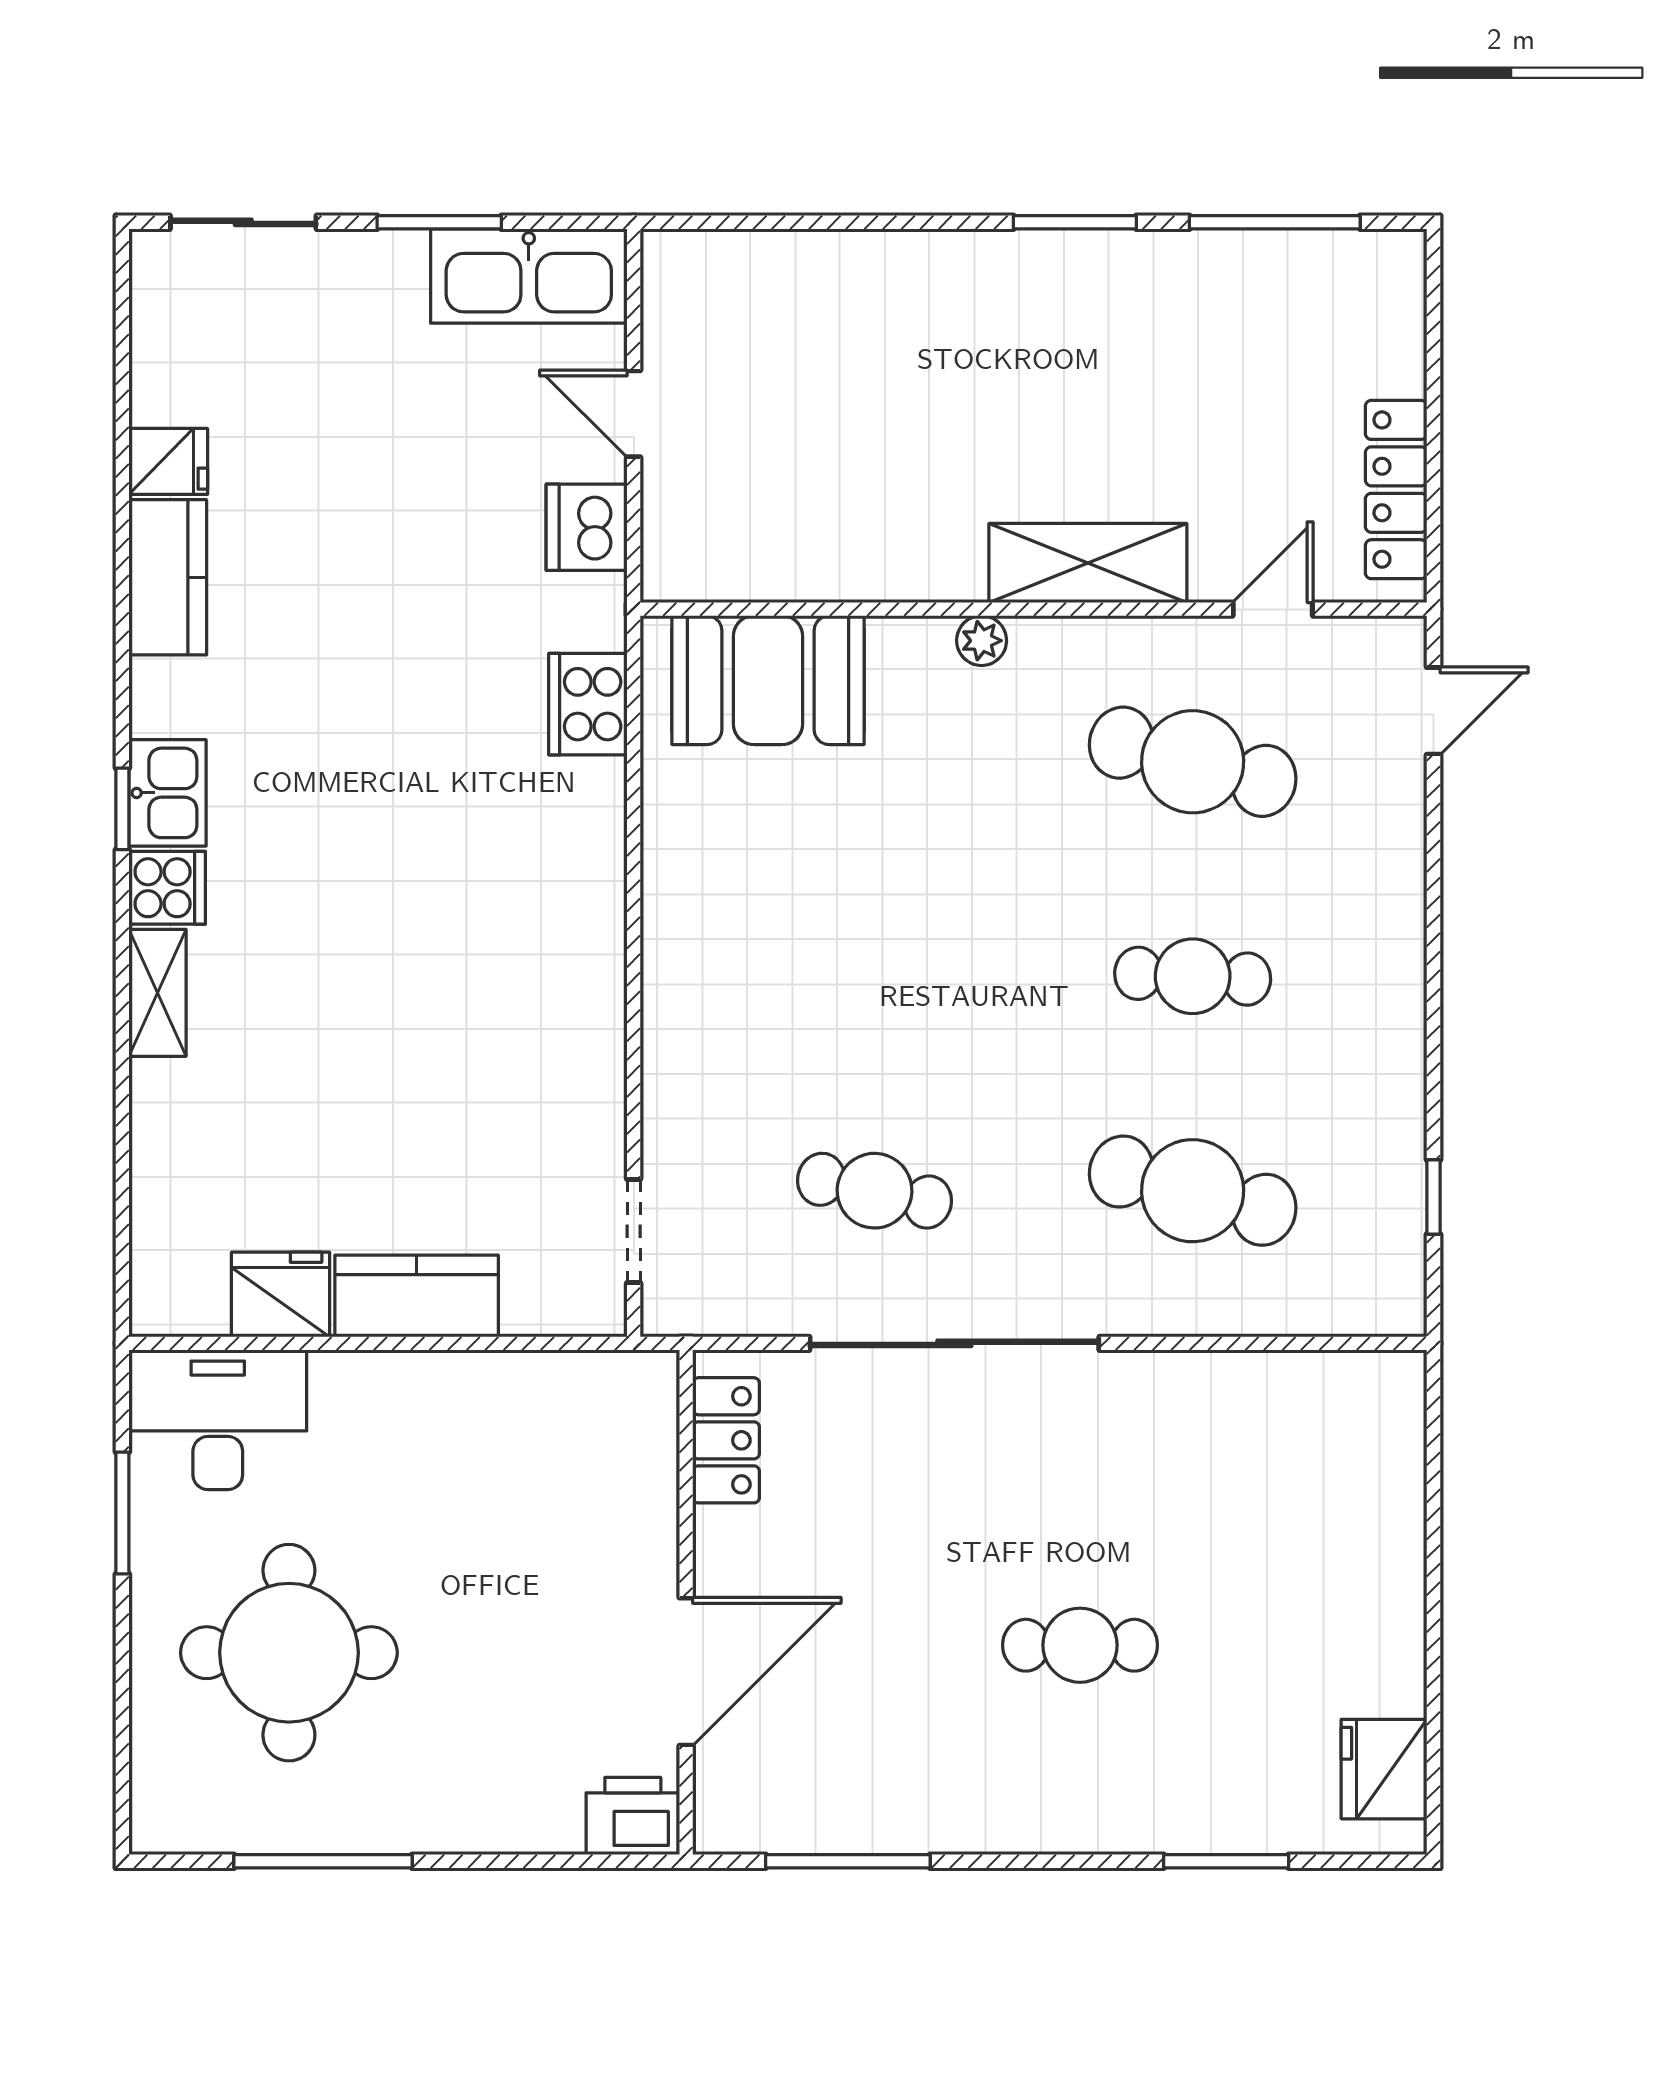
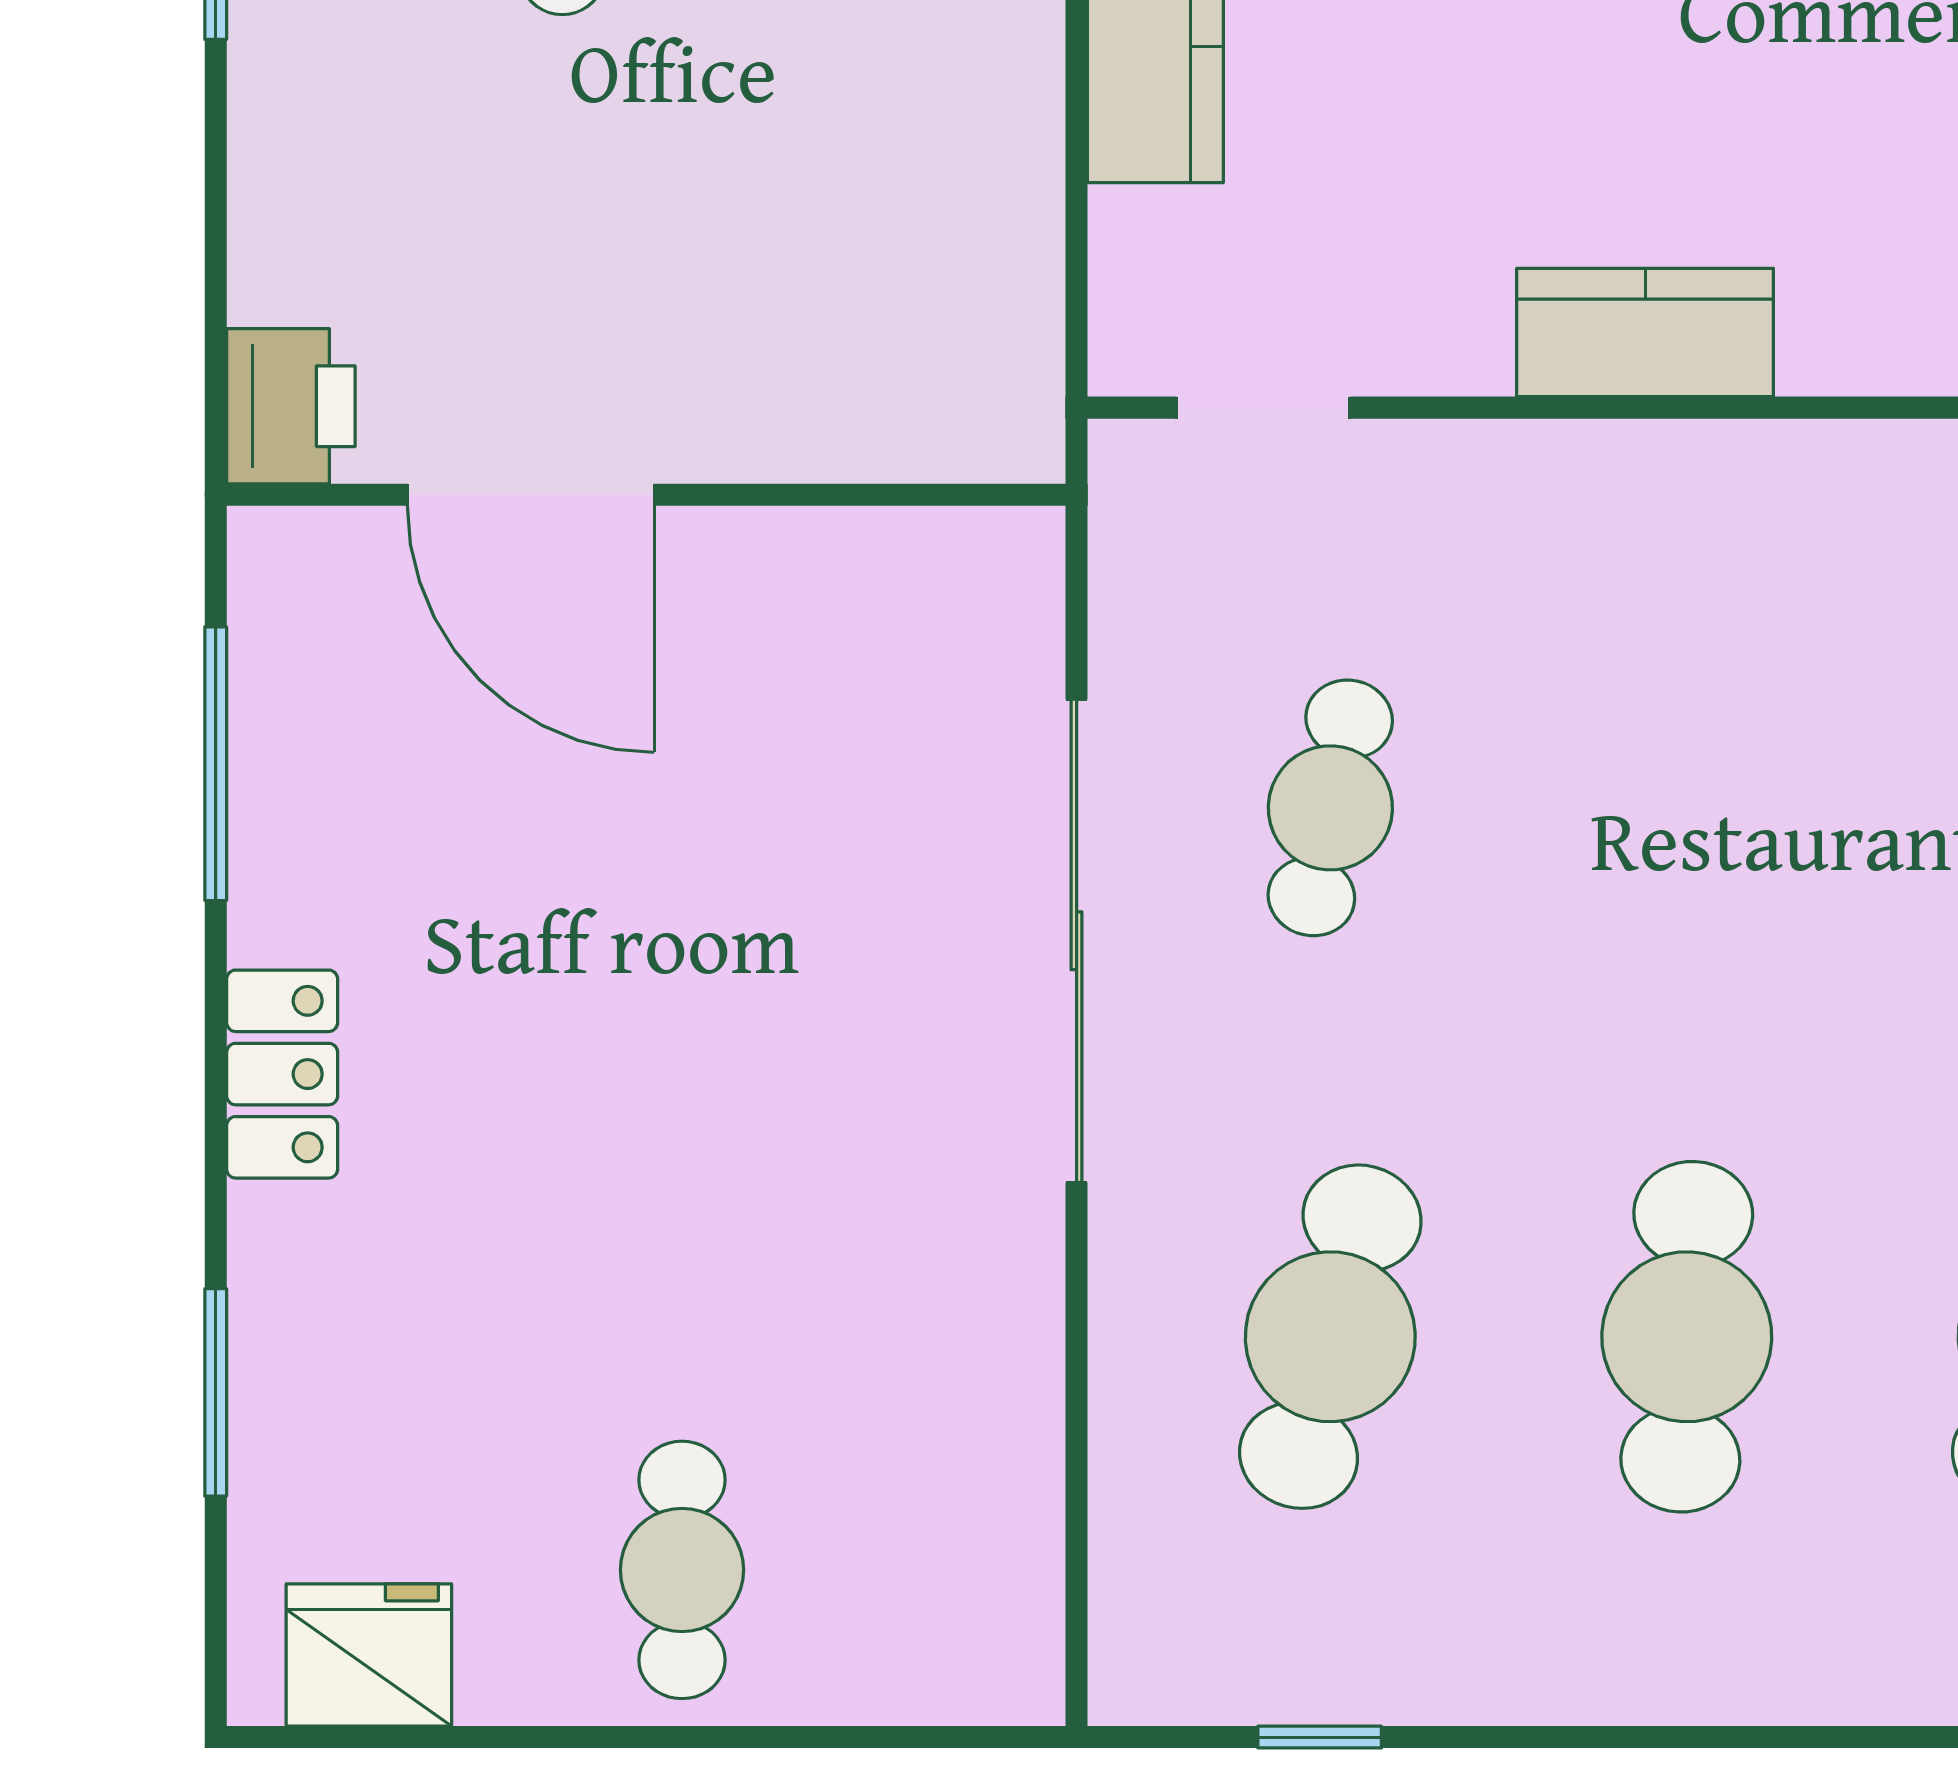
cafe table: (1193, 976) -> (1687, 1337), width x1.37, depth x1.35
kitchen counter: (588, 1001) -> (1645, 333), added
locker: (726, 1440) -> (282, 1074), moved, turned -90
cafe table: (1080, 1645) -> (682, 1570), moved

